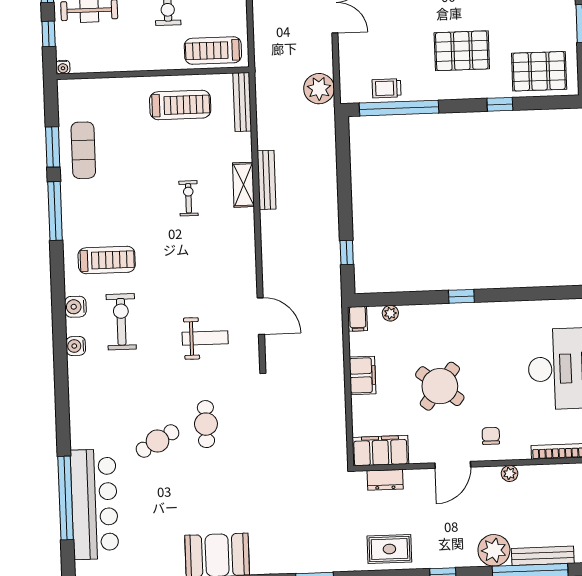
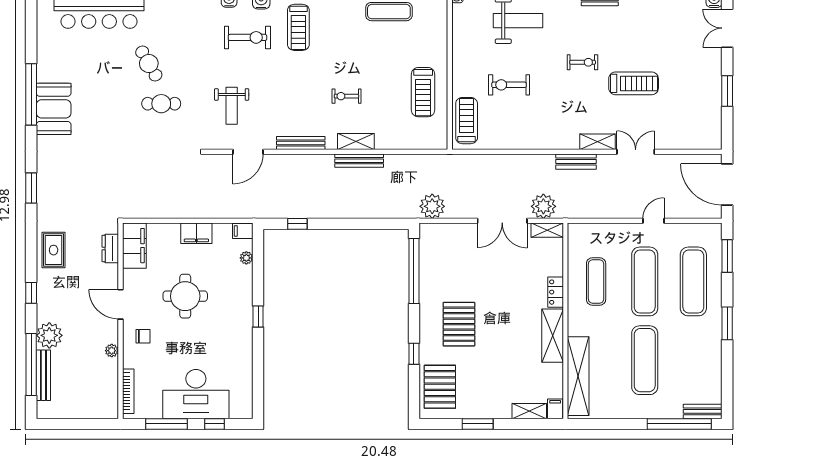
trolley: (387, 88) -> (430, 262), removed
bench: (242, 102) -> (301, 143), moved
exercise bike: (189, 198) -> (346, 96), turned 180
round table: (440, 386) -> (185, 296), turned -38

